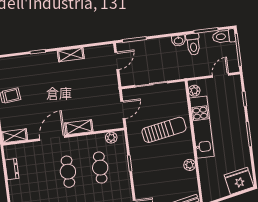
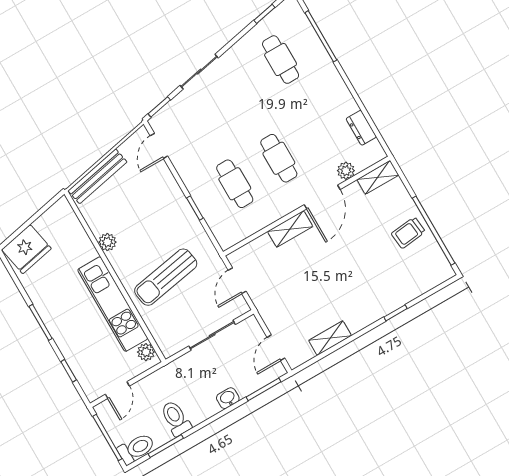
washbasin: (178, 41) -> (228, 398), moved
shelving: (71, 55) -> (330, 338), moved
plant: (111, 138) -> (346, 171), moved

